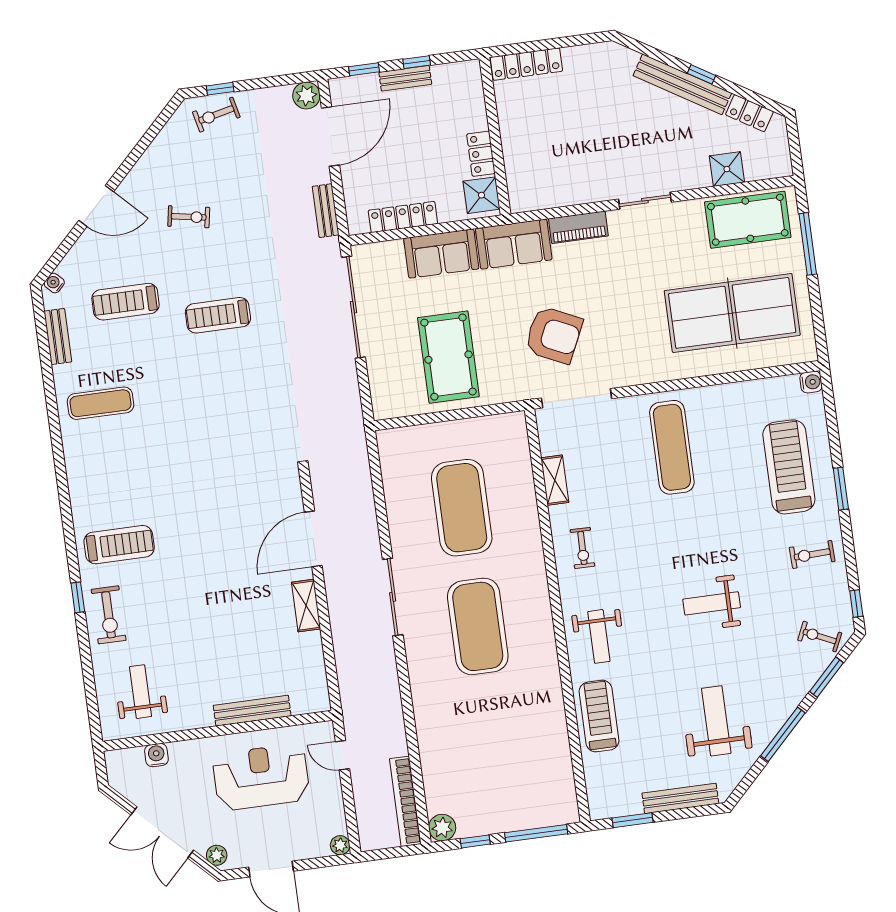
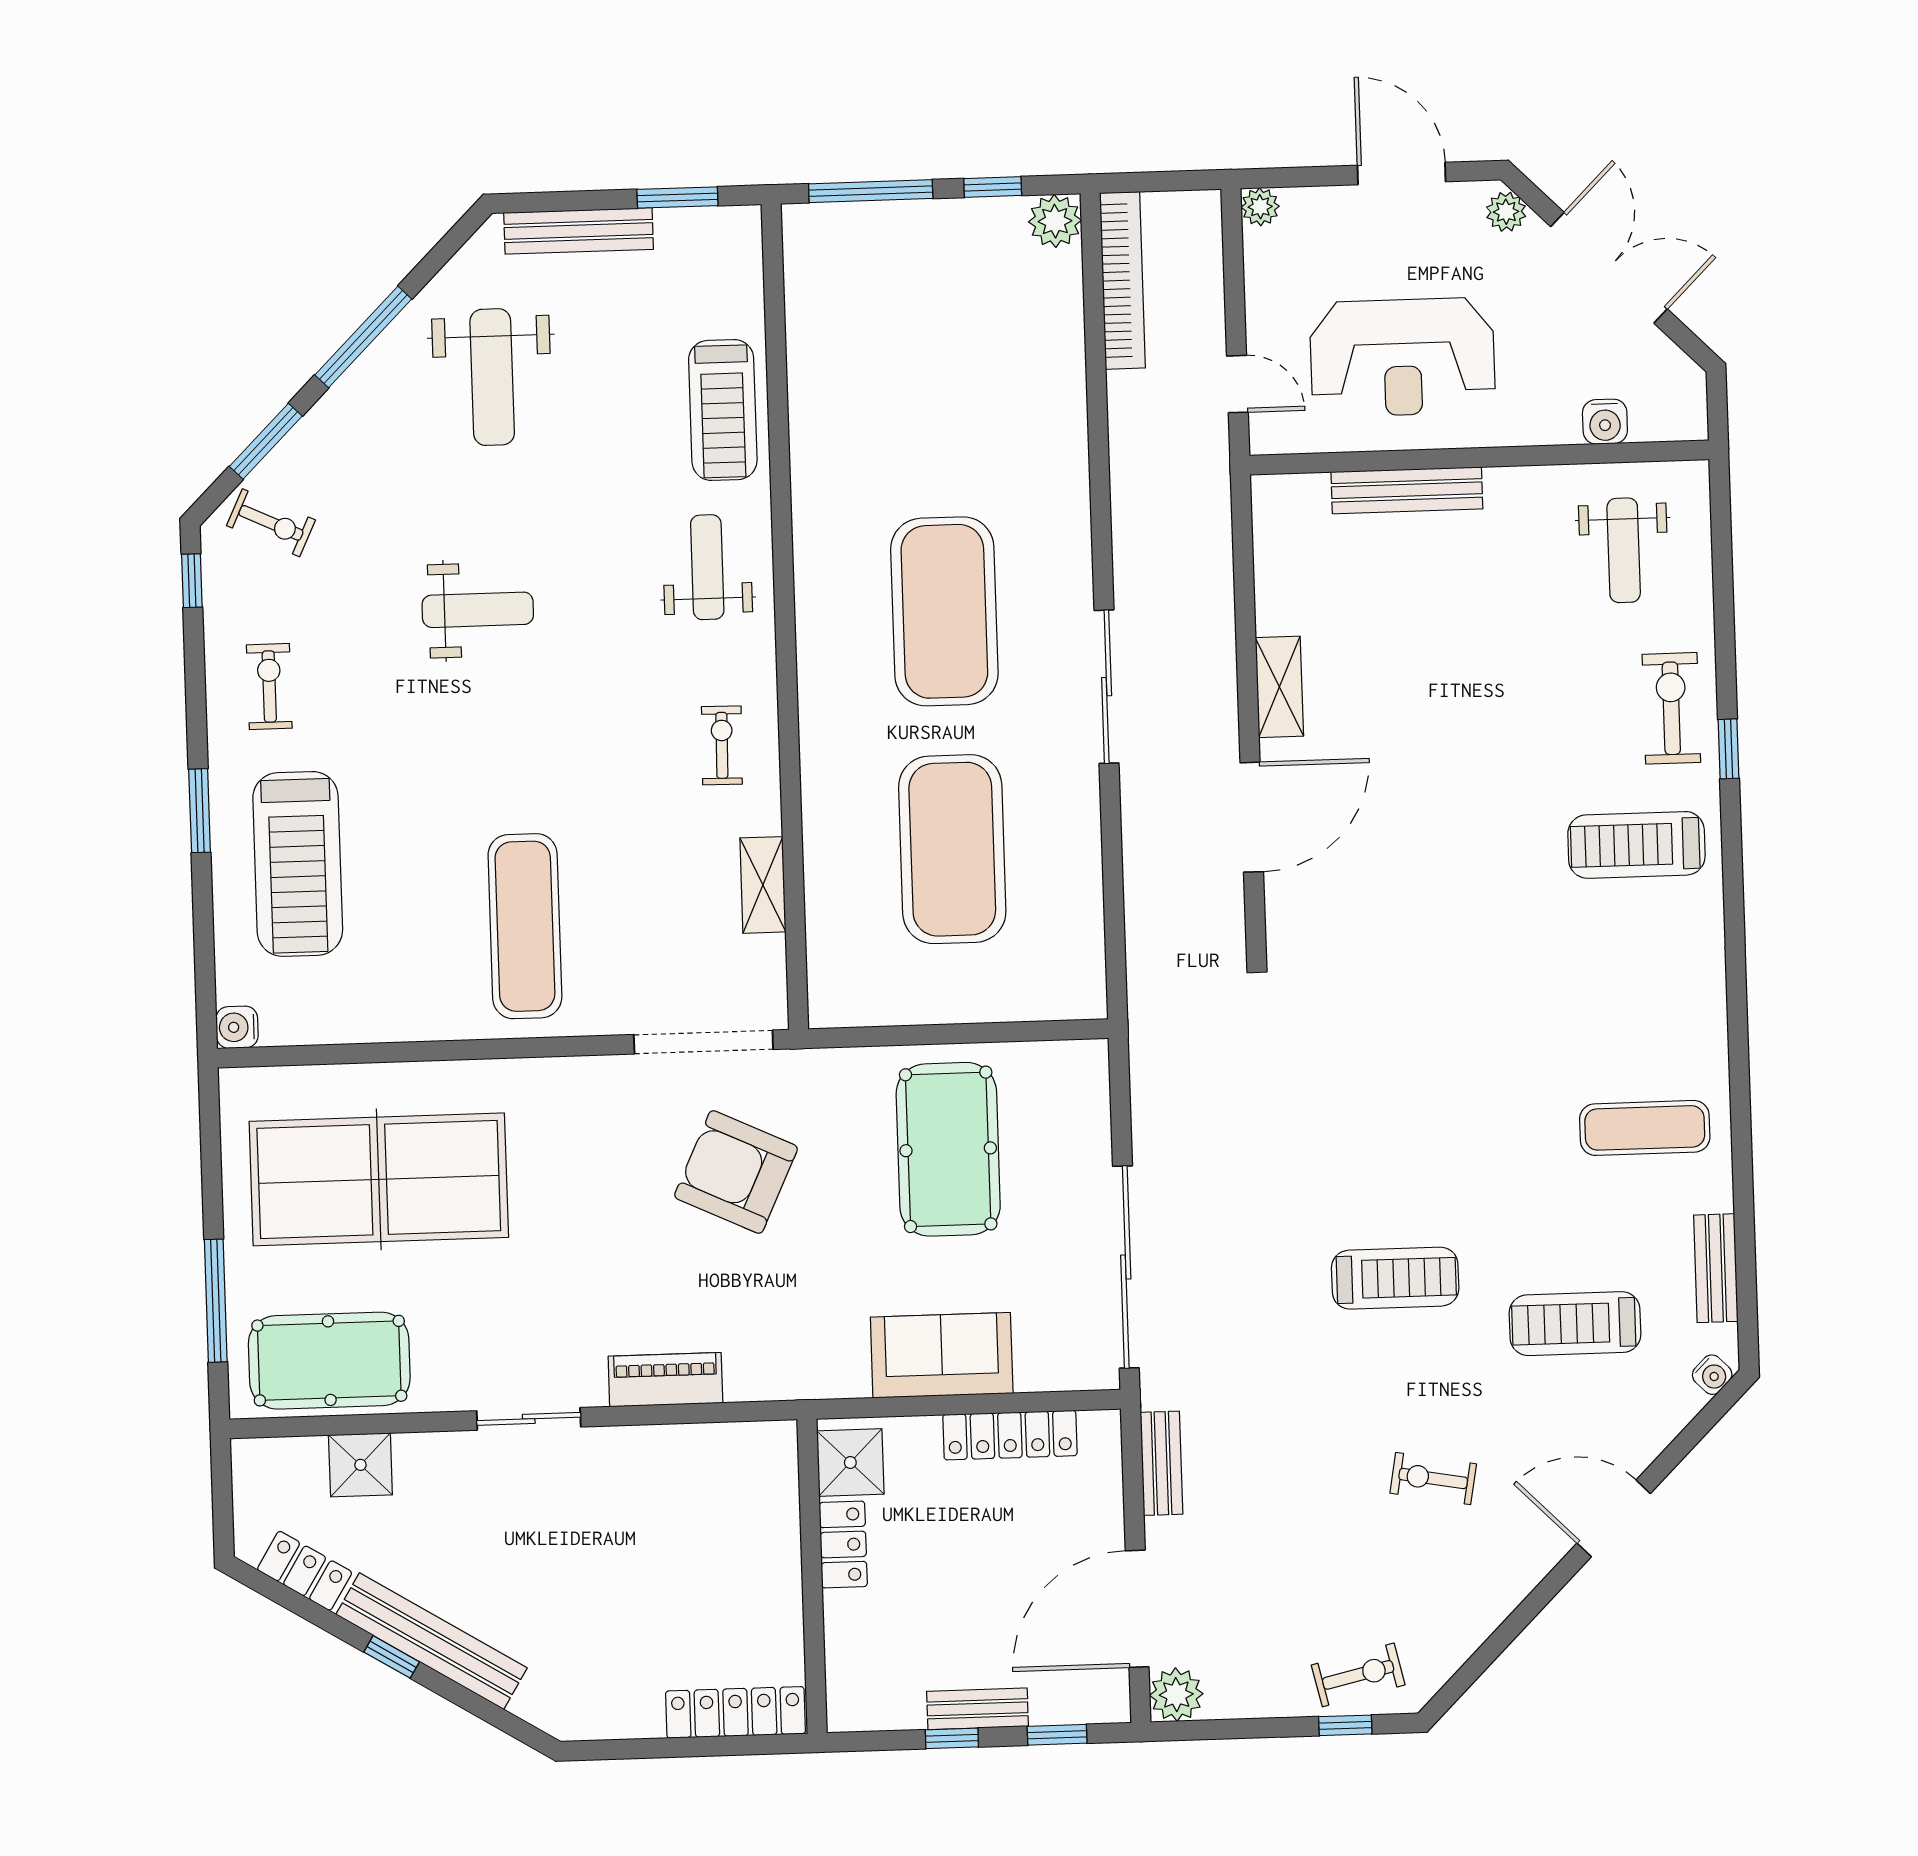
sofa: (514, 244) -> (797, 1359), removed
treadmill: (126, 302) -> (1575, 1324), turned 180
exercise bike: (812, 554) -> (269, 686), turned -88

